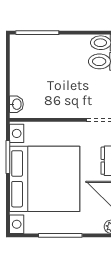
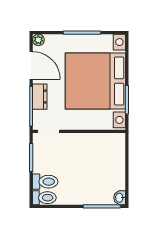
washbasin: (16, 104) -> (120, 198), moved

